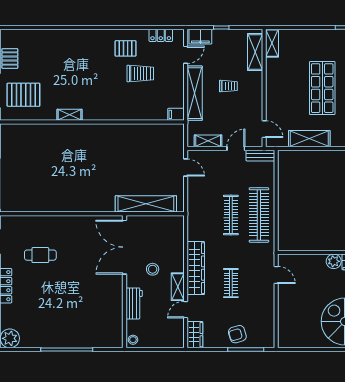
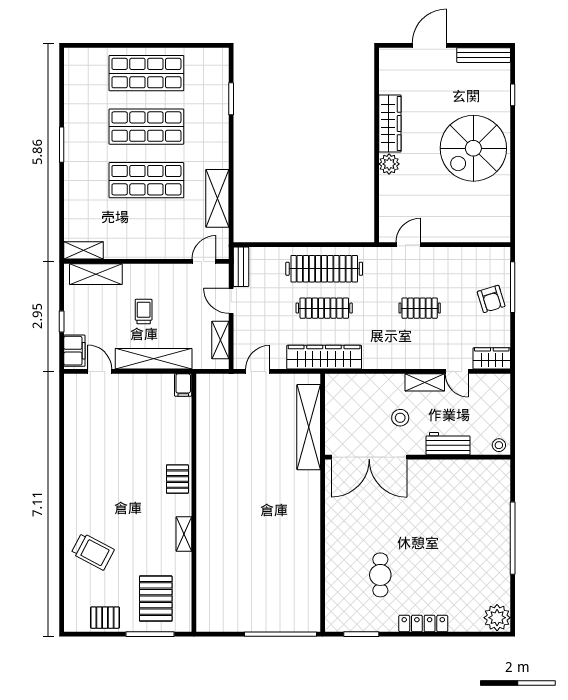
locker: (161, 35) -> (73, 406), removed
pallet: (126, 48) -> (177, 479), moved
trolley: (140, 74) -> (93, 551), moved, turned 118
wardrobe: (196, 268) -> (324, 357), moved

